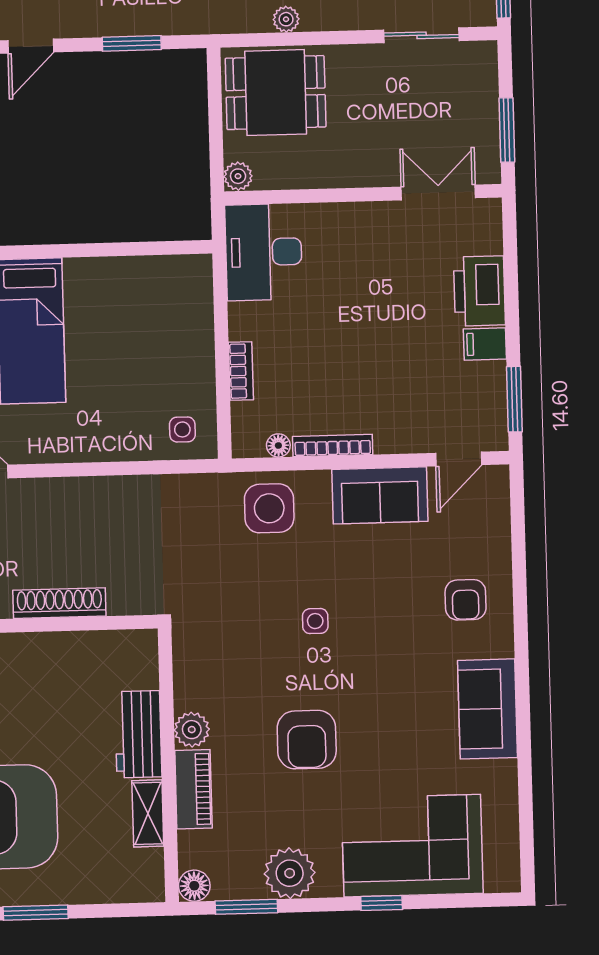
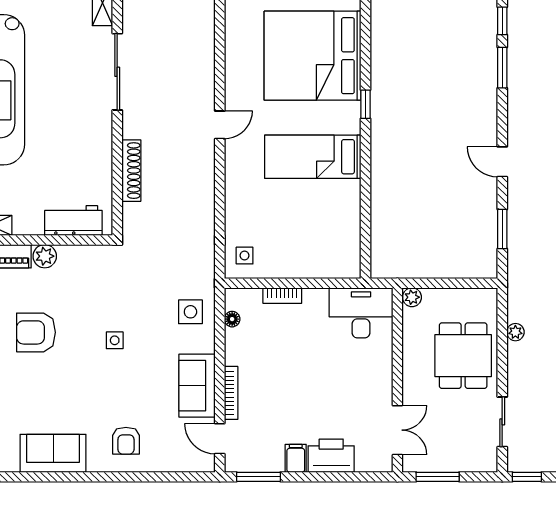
dining table: (276, 93) -> (463, 356), moved
bookcase: (333, 445) -> (231, 393), moved
side table: (269, 508) -> (190, 312), width x0.73, depth x0.73
armchair: (466, 600) -> (126, 441), turned -90
workbench: (138, 734) -> (73, 221), moved

